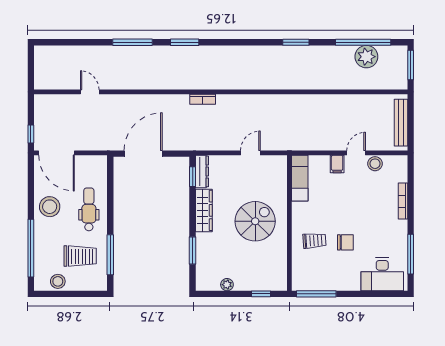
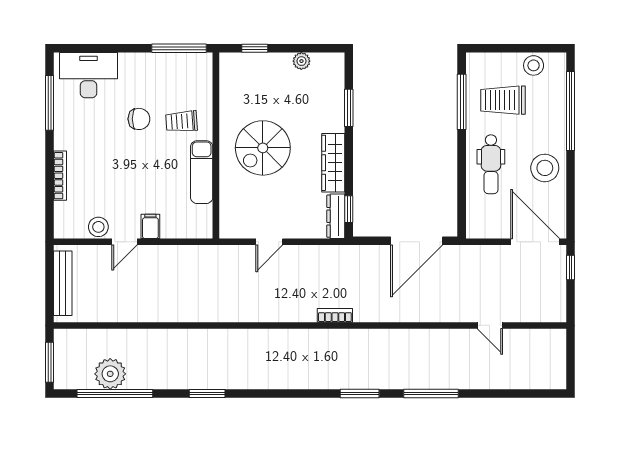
exam couch: (300, 178) -> (202, 172), moved
chair: (345, 242) -> (139, 119), turned 180

